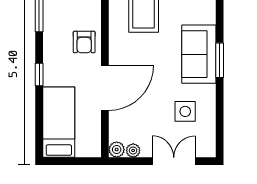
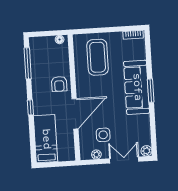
sofa: (199, 54) -> (137, 87), width x1.36
side table: (185, 111) -> (103, 135), moved
plant: (117, 150) -> (146, 151), moved

